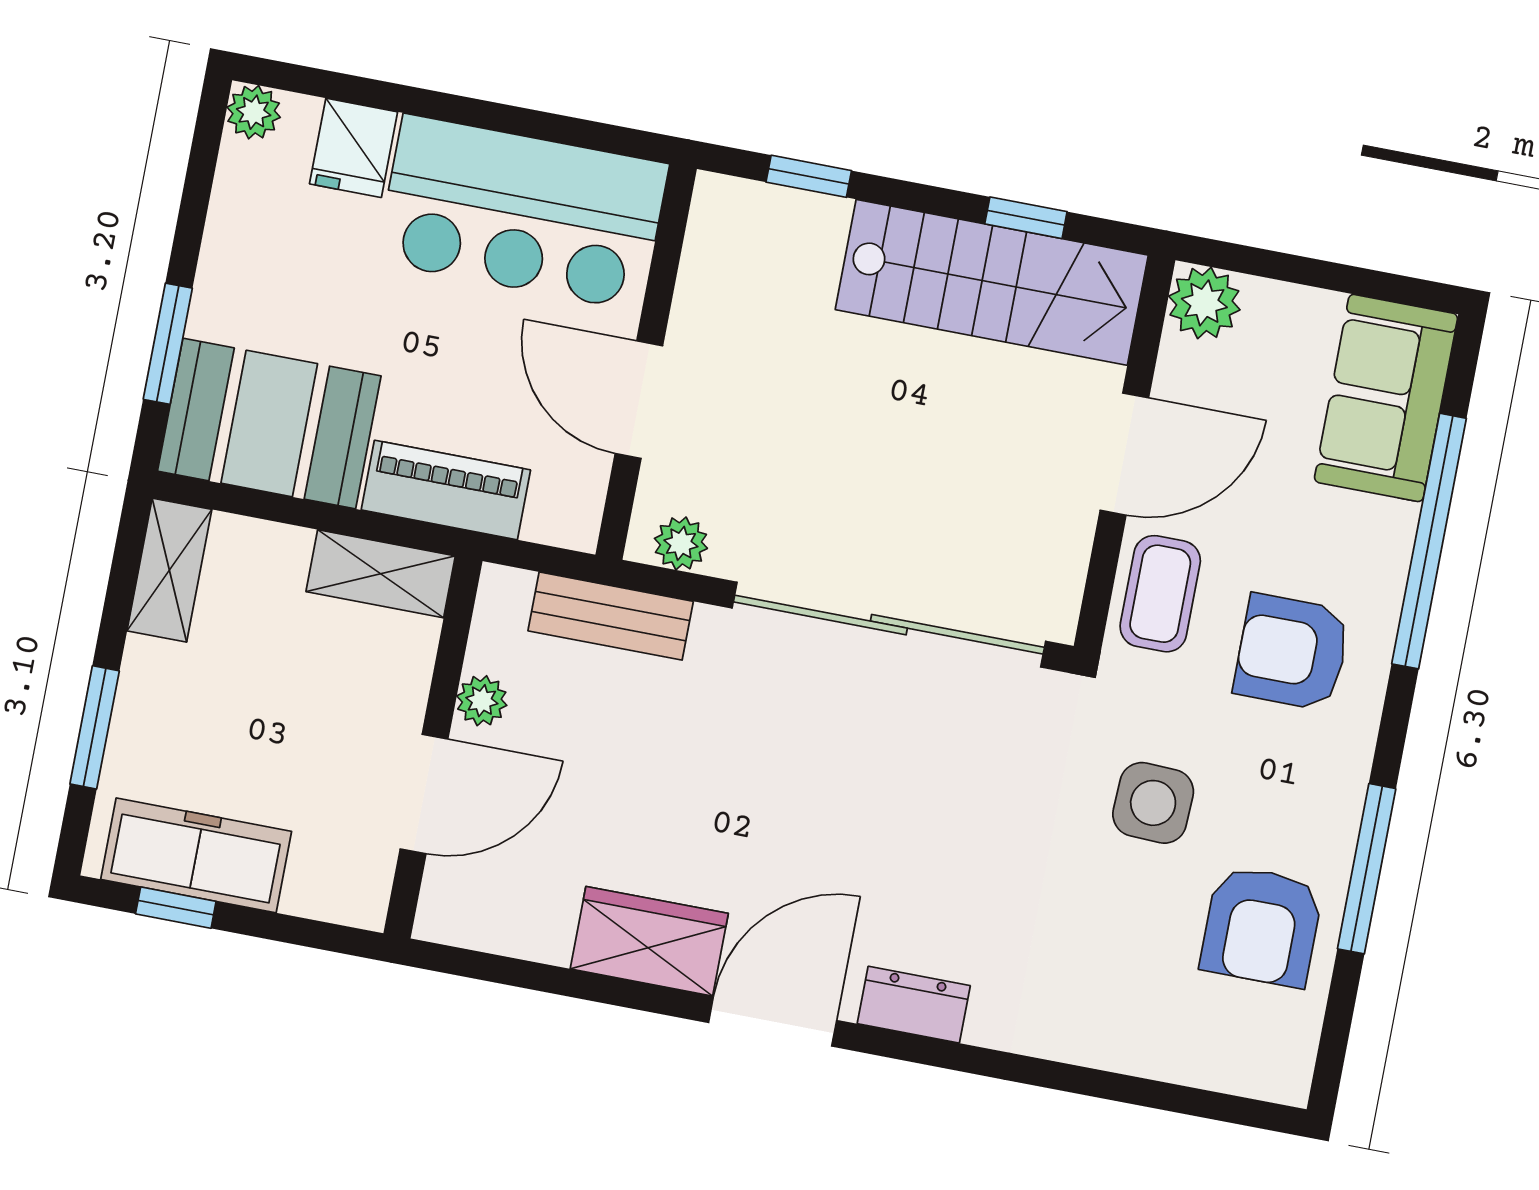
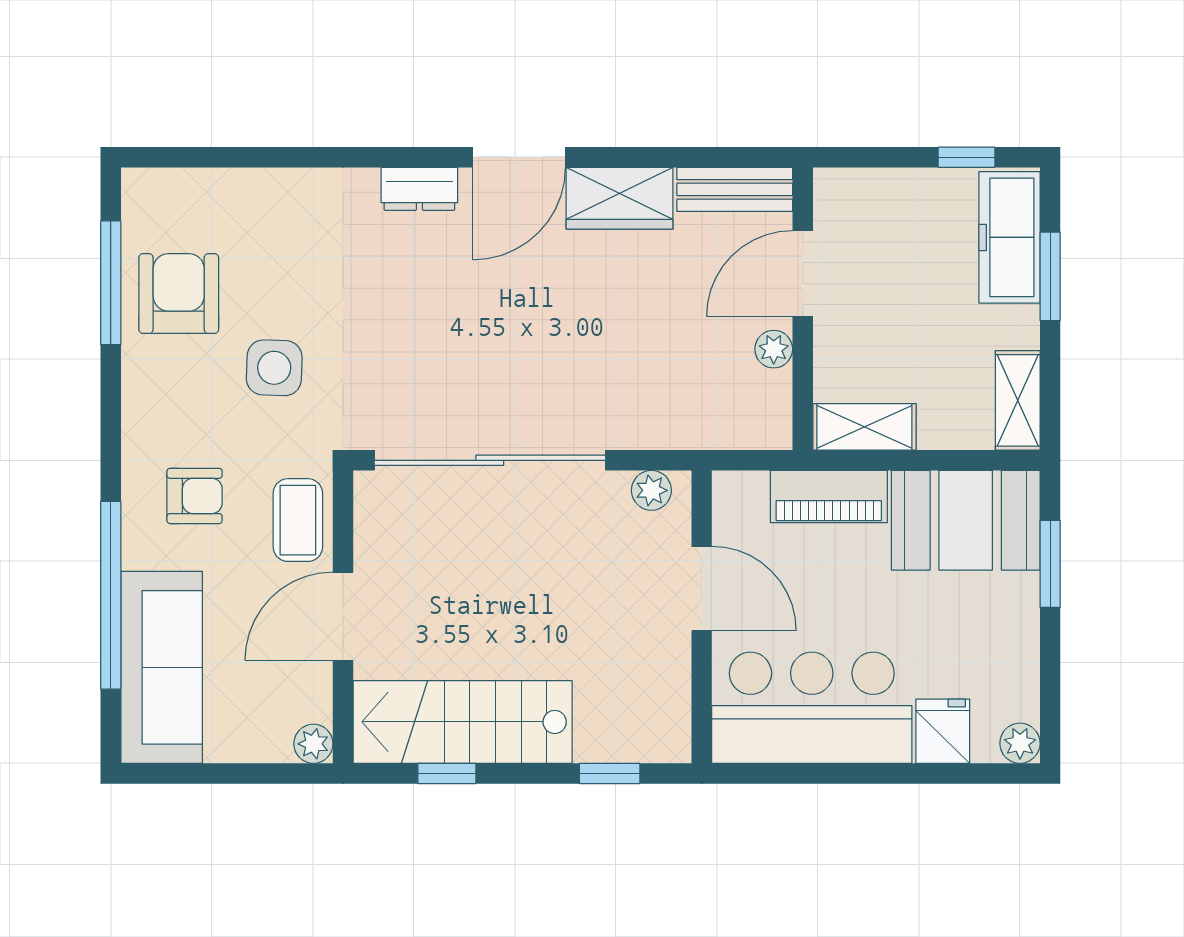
plant: (1204, 303) -> (313, 744), width x0.73, depth x0.73
sofa: (1386, 398) -> (162, 667), width x1.36
bench: (611, 616) -> (735, 189), moved
armchair: (1292, 652) -> (195, 496), width x0.72, depth x0.72
freezer: (196, 855) -> (1009, 237), moved, turned 90
window: (1367, 869) -> (111, 283), moved

